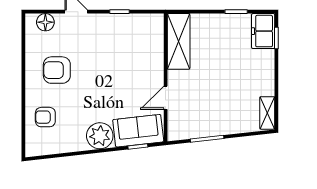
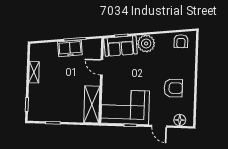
freezer: (263, 31) -> (70, 48), moved, turned 84
corner sofa: (128, 39) -> (125, 107), added
door: (166, 98) -> (102, 67), swing flipped
shelving: (267, 113) -> (34, 72), moved
armchair: (45, 117) -> (181, 41), moved, turned 90

